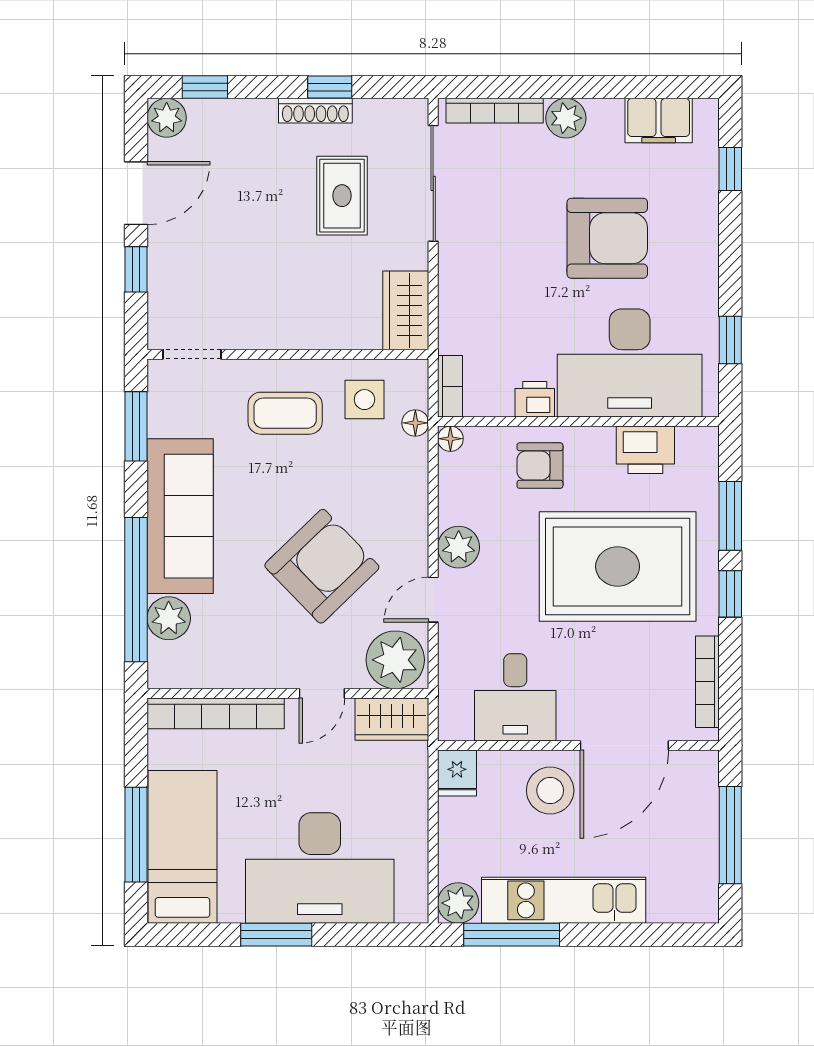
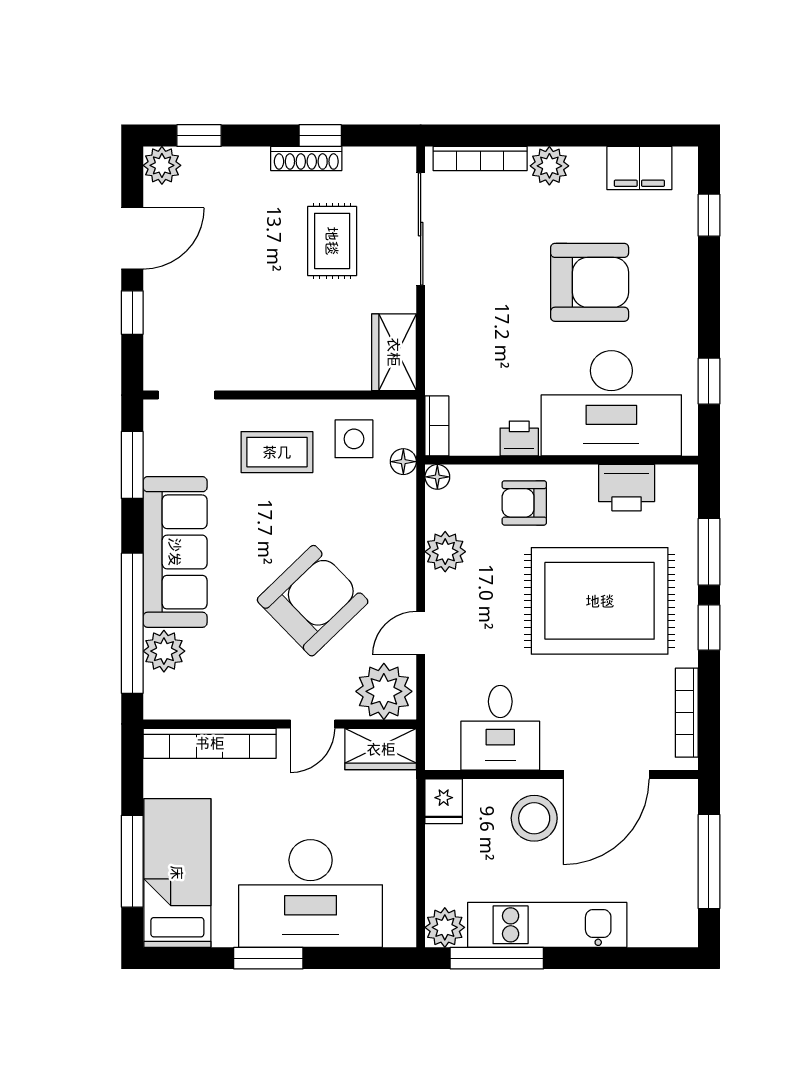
plant: (459, 547) -> (445, 552), moved

